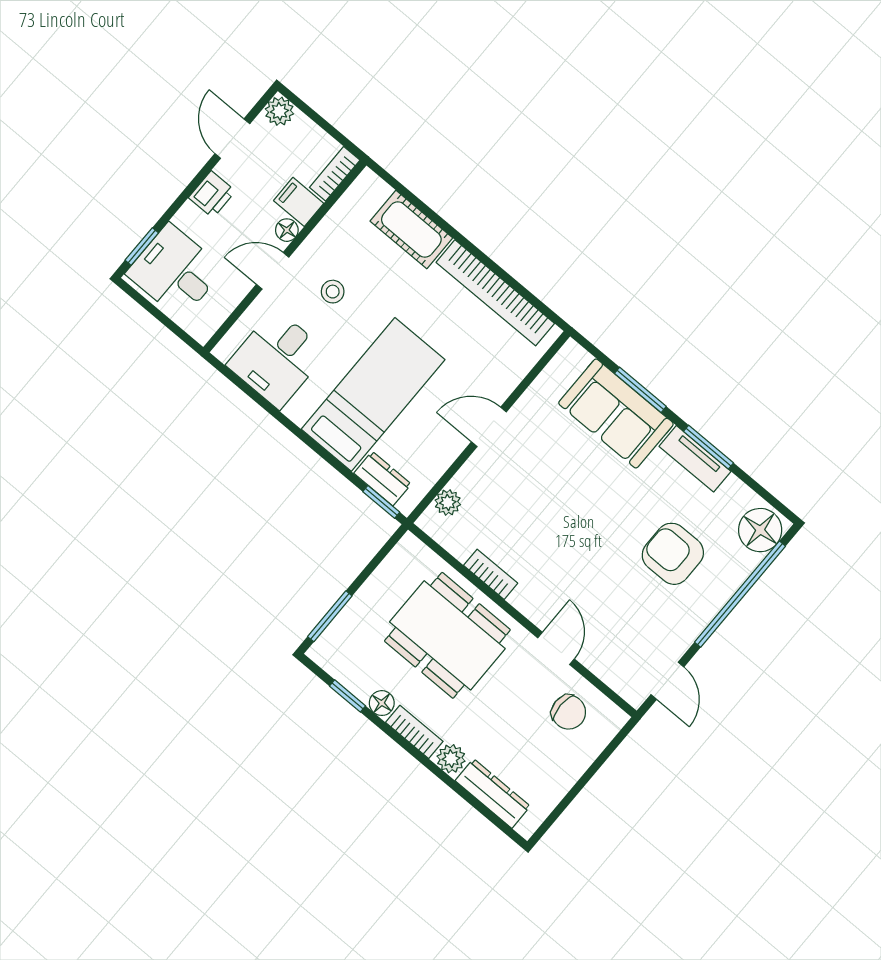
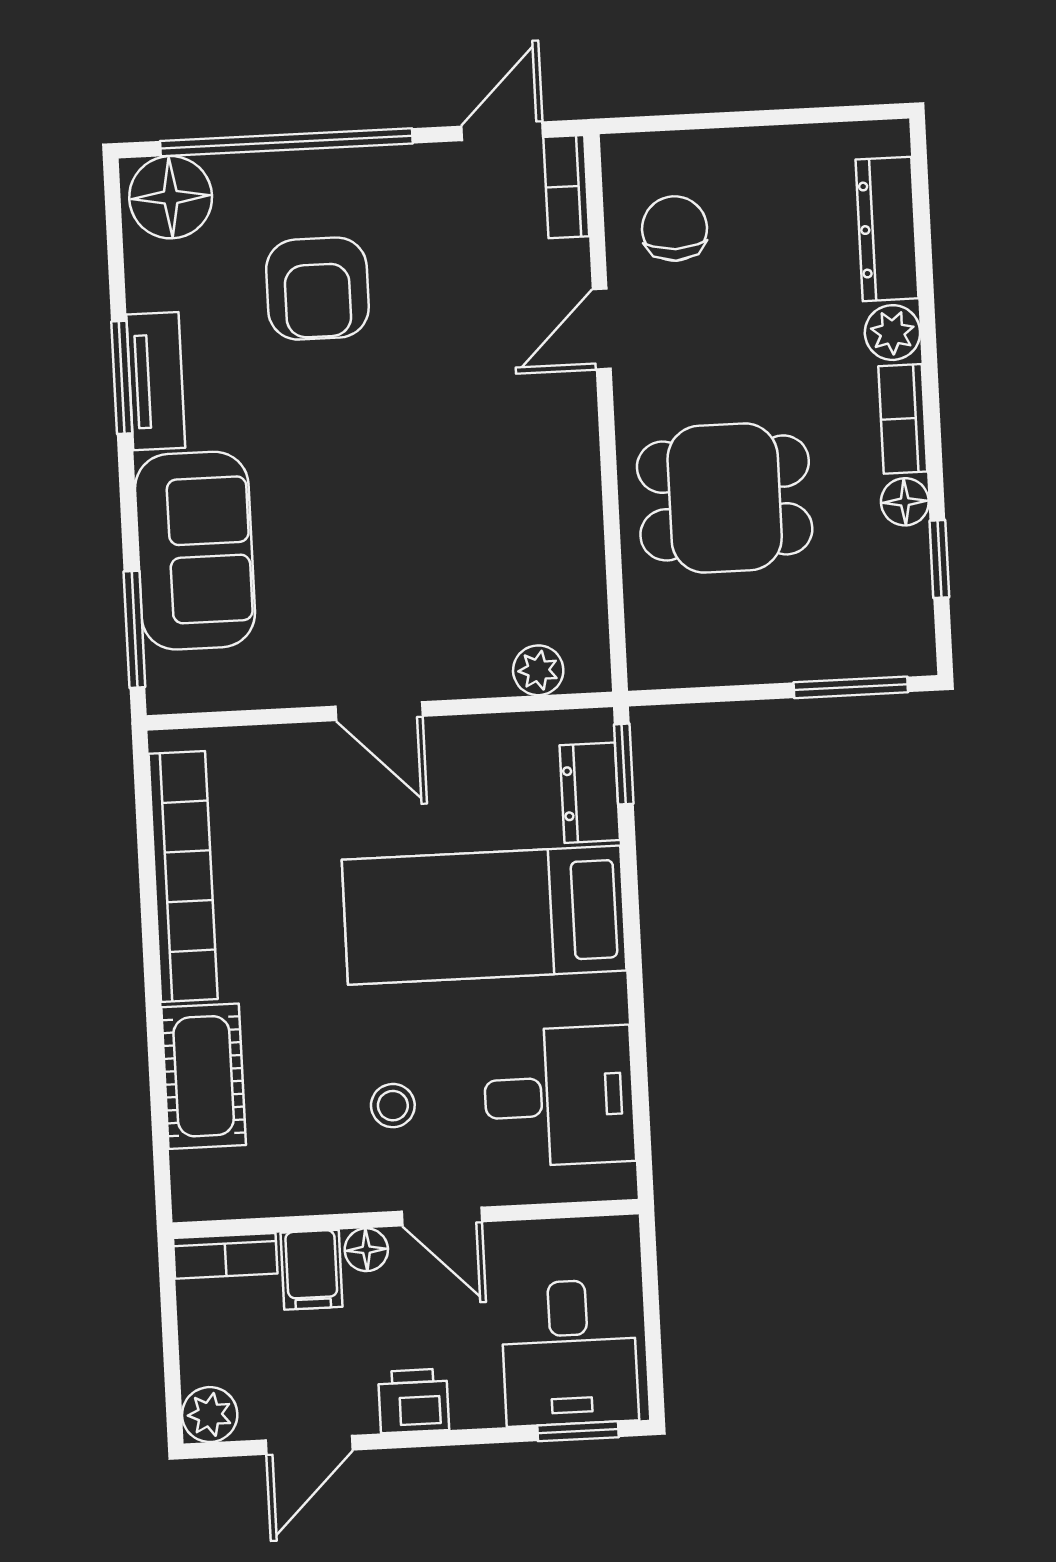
window: (640, 390) -> (134, 629), moved
bookcase: (491, 574) -> (566, 187), moved
dining table: (447, 635) -> (725, 498), width x0.73

